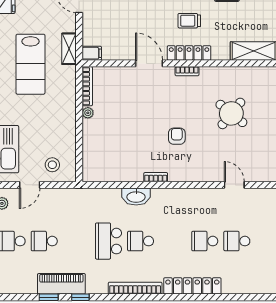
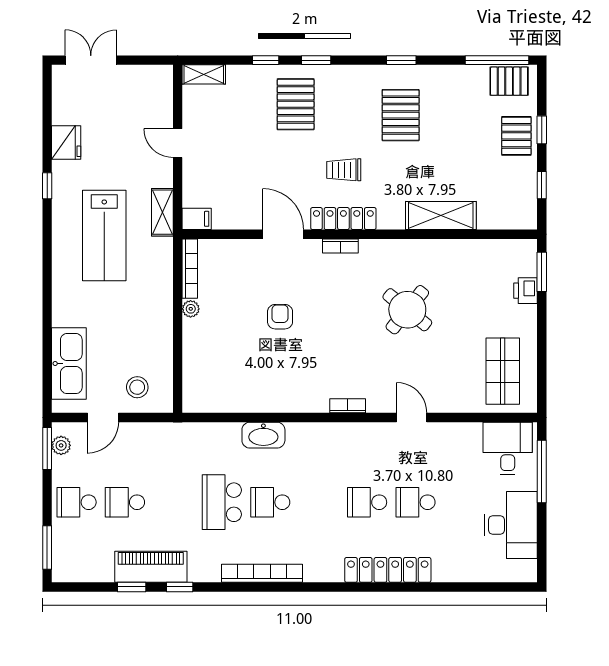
armchair: (177, 136) -> (280, 317), moved
bookcase: (156, 177) -> (348, 406), moved
locker: (192, 286) -> (388, 570), moved

